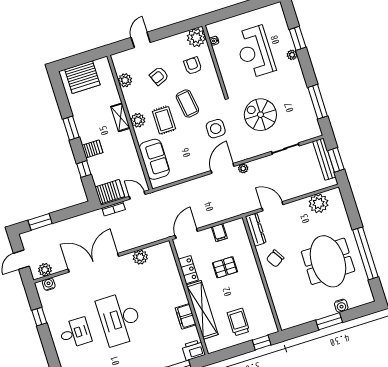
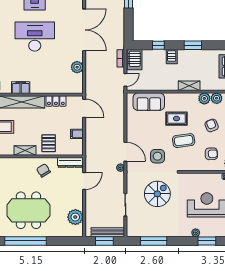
plant: (138, 120) -> (204, 98), moved
pallet: (225, 267) -> (49, 143), moved
shelving: (259, 288) -> (25, 151), added

